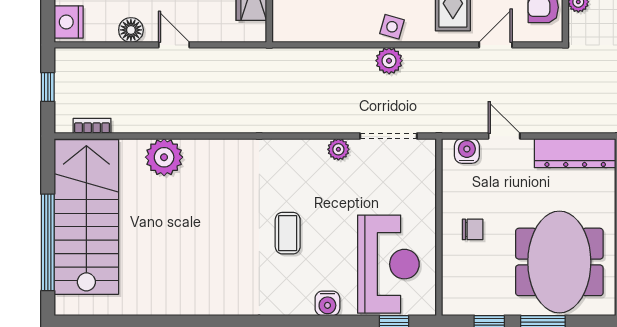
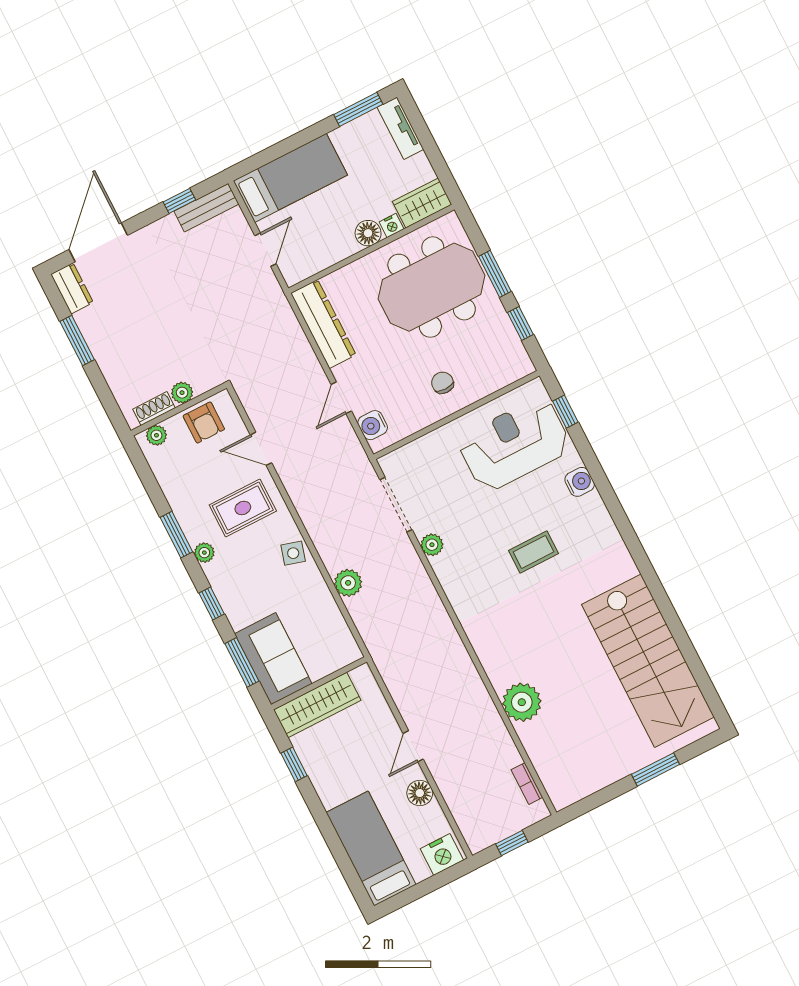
plant: (389, 61) -> (348, 583), moved
stairs: (86, 217) -> (648, 661), moved, turned -90
window: (48, 242) -> (656, 769), width x0.47

